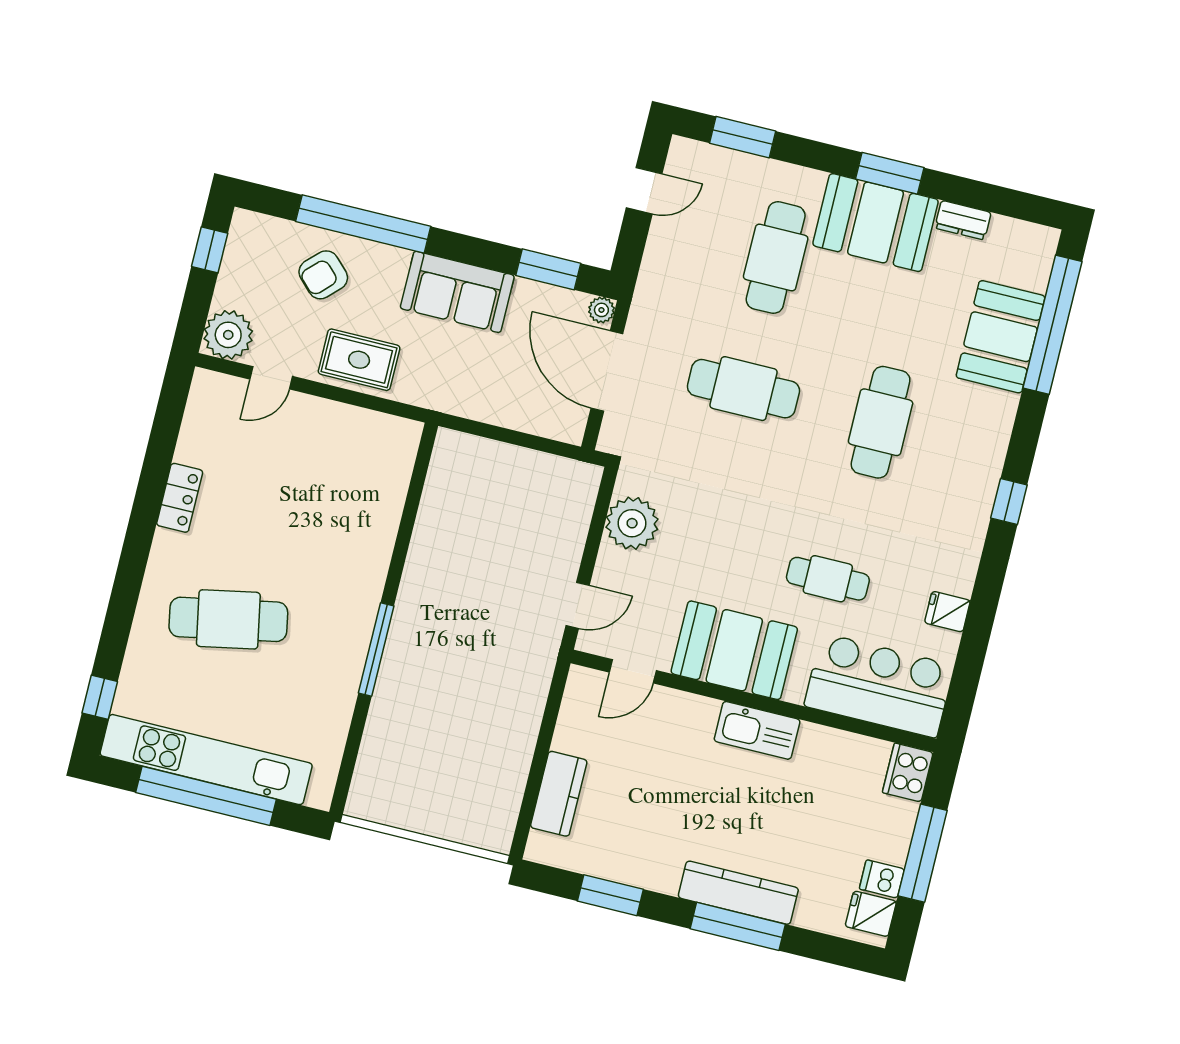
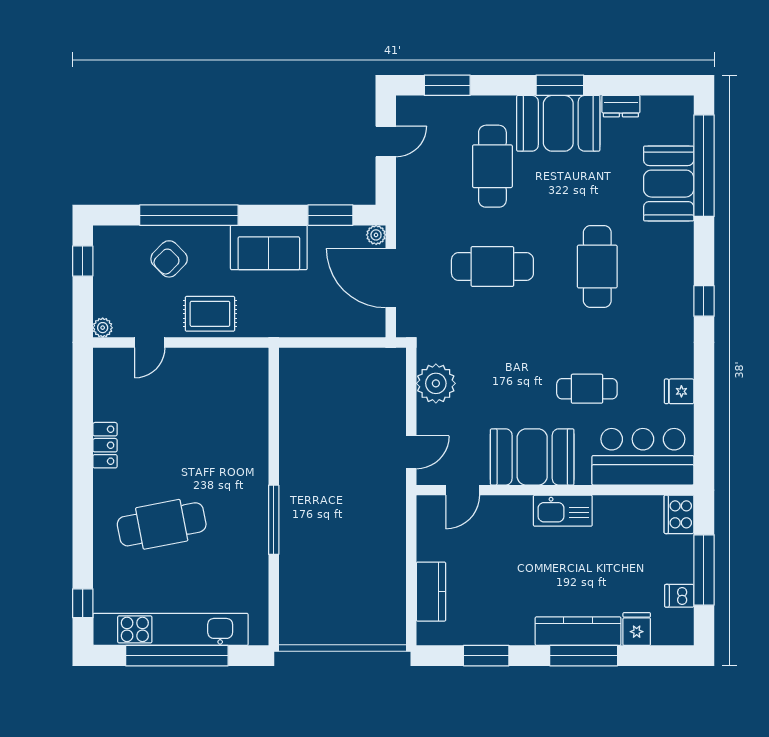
plant: (228, 335) -> (103, 328), width x0.53, depth x0.53
fridge: (871, 914) -> (637, 629), moved, turned 90

